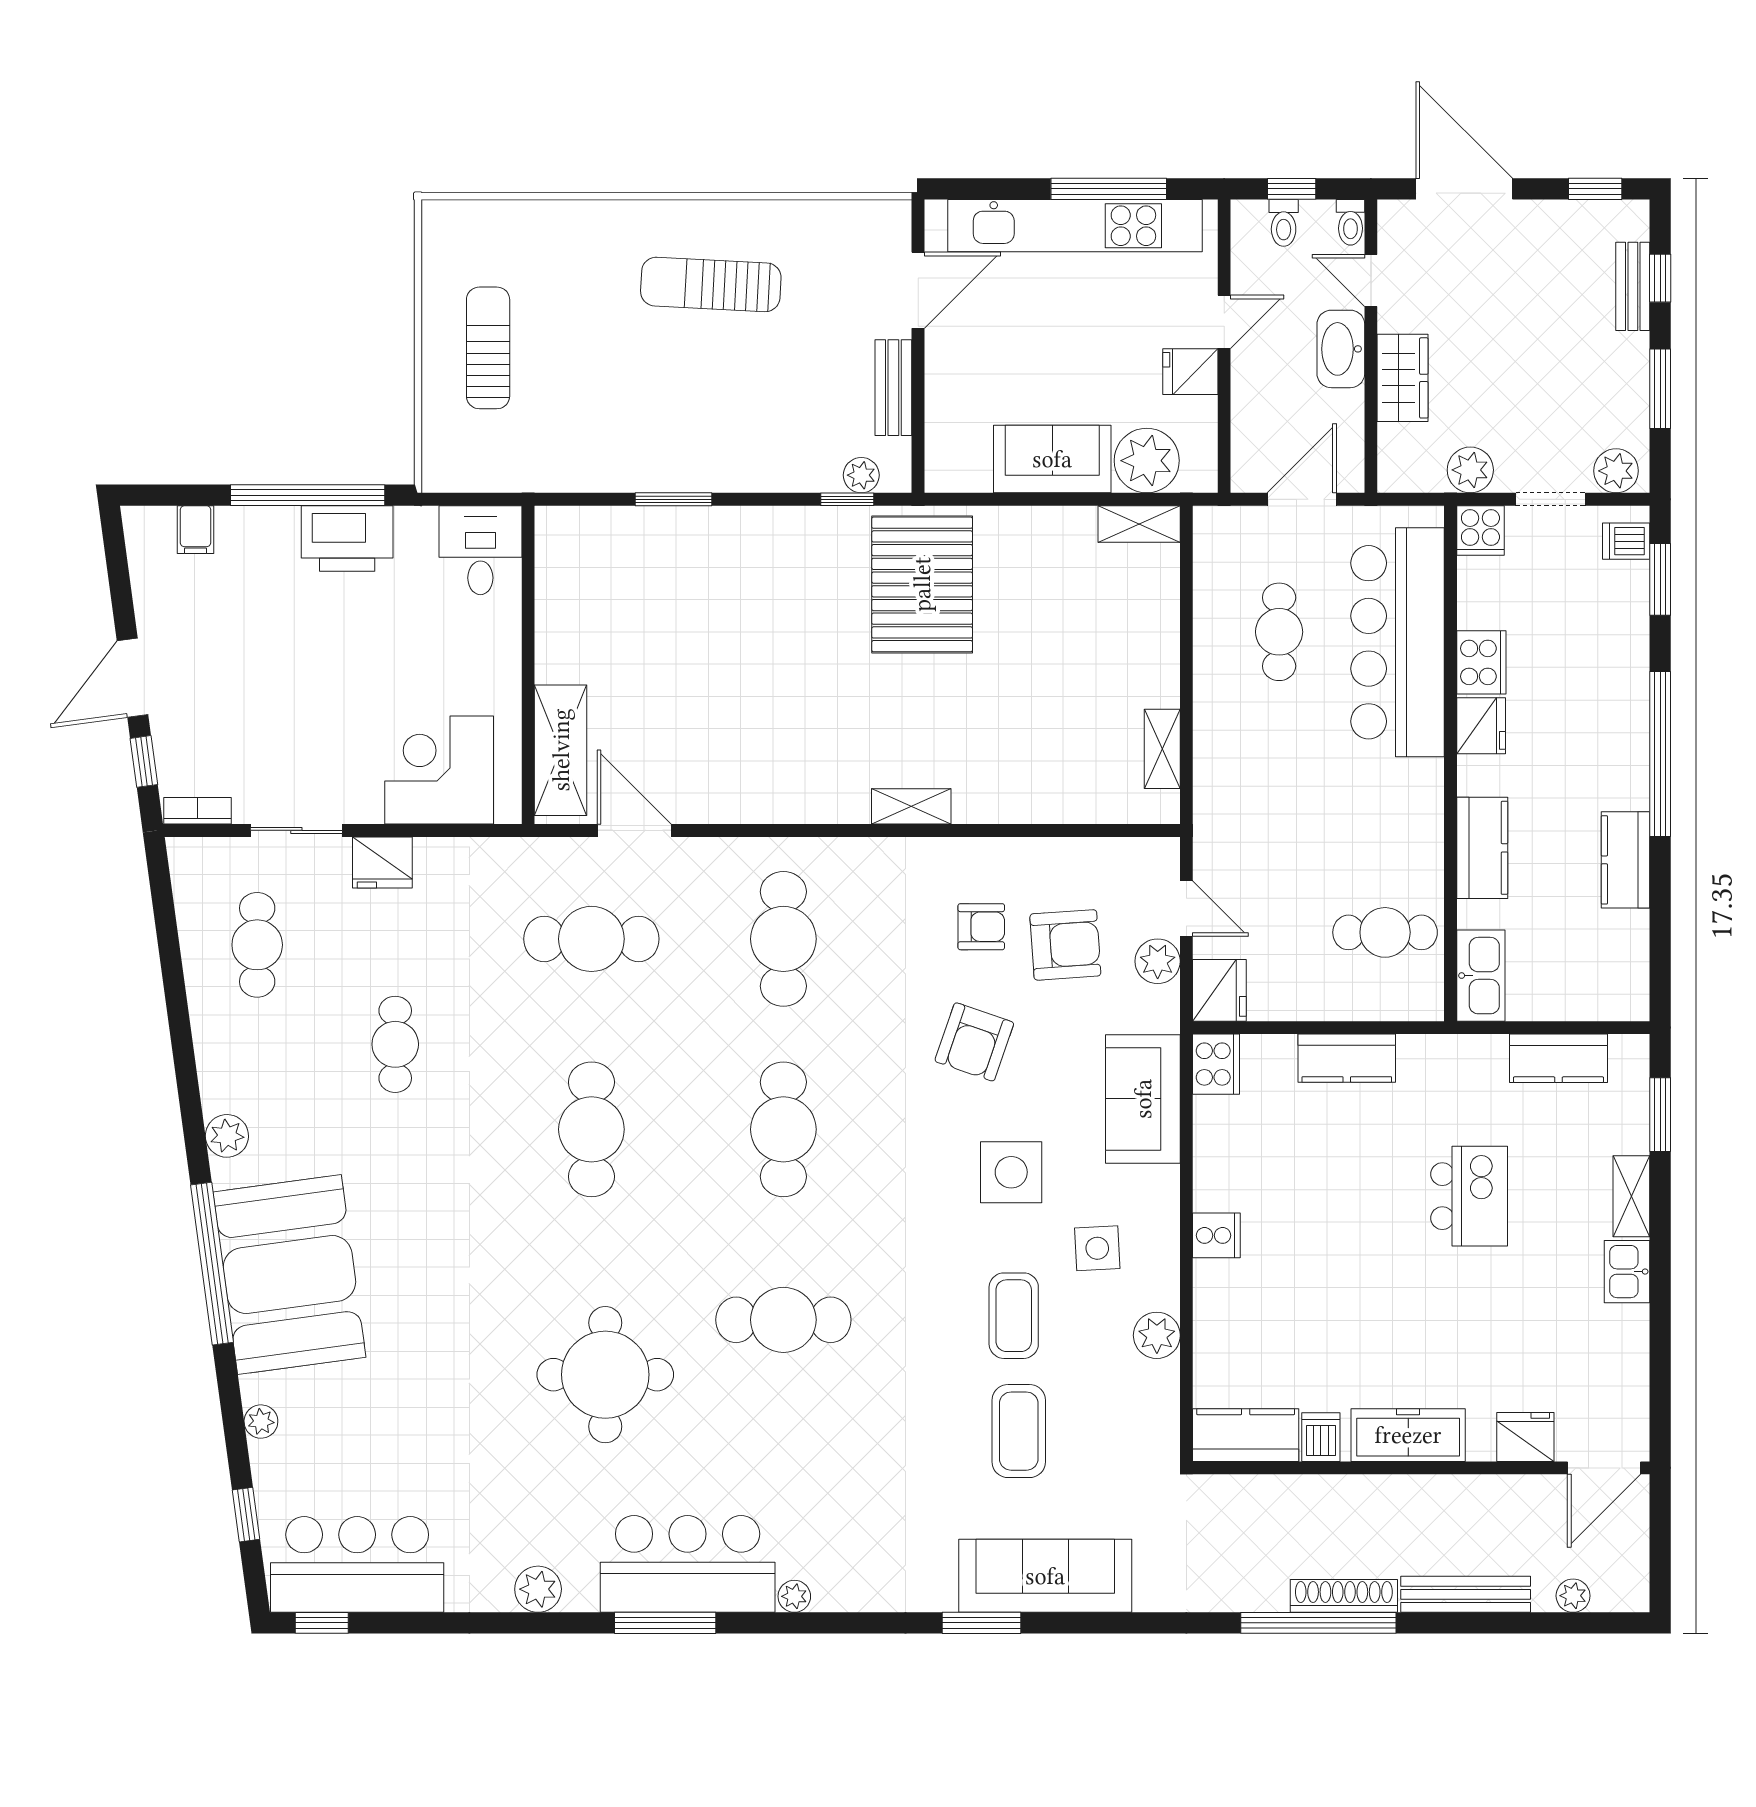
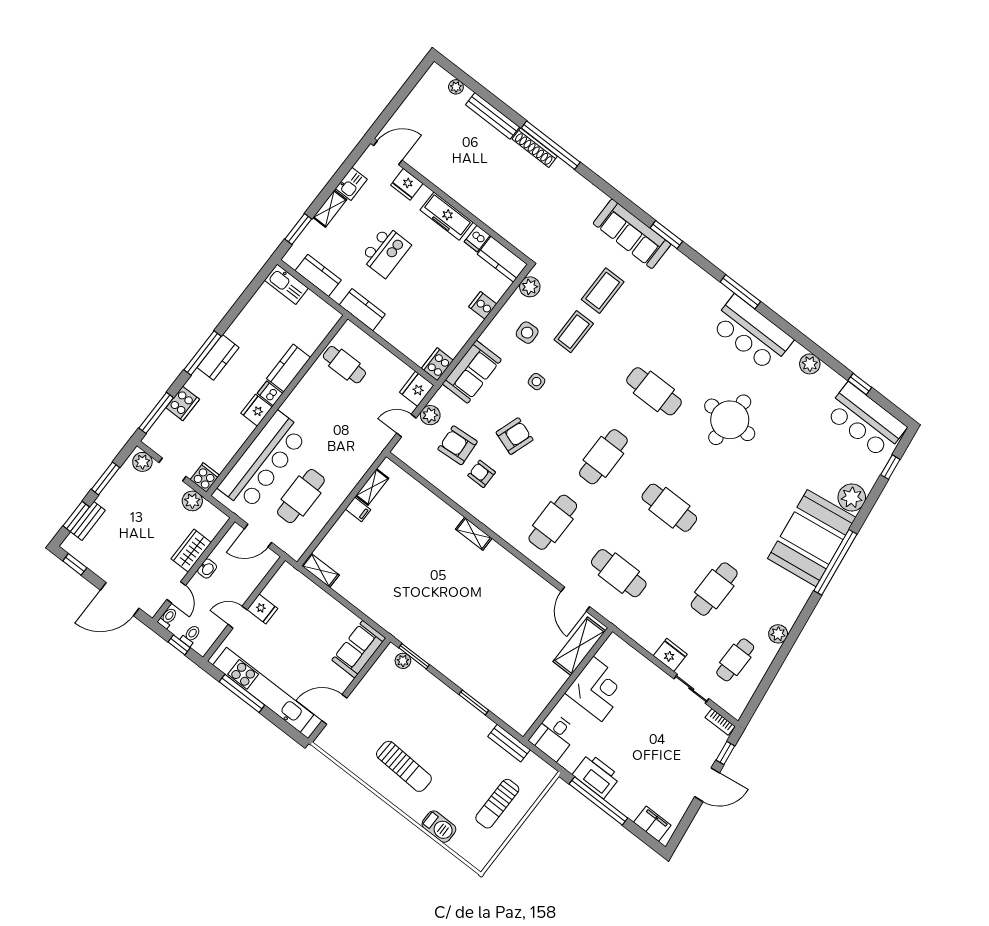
door: (1464, 189) -> (120, 599), hinge flipped
barbecue: (562, 224) -> (439, 827), added
window: (1660, 278) -> (76, 516), width x1.50
washbasin: (1341, 349) -> (207, 569), width x0.52, depth x0.69
bench: (893, 388) -> (509, 743), moved, turned 90
sofa: (1052, 459) -> (359, 649), moved, turned 90
plant: (1147, 461) -> (301, 590), removed
window: (847, 499) -> (414, 656), width x1.50
filing cabinet: (196, 530) -> (652, 824), width x2.00
dishwasher: (1626, 541) -> (270, 393), moved, turned 180
window: (1660, 579) -> (156, 413), width x1.44
pallet: (922, 584) -> (411, 607), removed
cafe table: (1279, 632) -> (301, 496), width x1.37, depth x1.35
cooker: (1481, 662) -> (183, 403), moved, turned 180
filing cabinet: (1156, 688) -> (358, 509), added
window: (1660, 754) -> (202, 353), width x0.68
corner desk: (439, 770) -> (597, 689), moved, turned -90
kitchen counter: (1626, 860) -> (218, 357), moved
door: (1186, 909) -> (406, 426), hinge flipped
kitchen sink: (1481, 976) -> (286, 284), moved, turned -90
cafe table: (395, 1044) -> (714, 589), width x1.37, depth x1.35
kitchen counter: (1347, 1058) -> (362, 310), moved
cafe table: (591, 1129) -> (669, 508), turned 90
plant: (227, 1136) -> (778, 634), moved
side table: (1011, 1172) -> (537, 382), width x0.54, depth x0.54
kitchen island: (1469, 1196) -> (386, 252), turned 180
plant: (261, 1422) -> (852, 497), width x1.88, depth x1.88
kitchen counter: (1246, 1435) -> (502, 259), moved
freezer: (1408, 1435) -> (447, 216), moved
dishwasher: (1321, 1437) -> (477, 239), moved
fridge: (1525, 1437) -> (407, 184), moved
wall: (1421, 1468) -> (451, 201), moved
door: (1604, 1468) -> (388, 153), moved
plant: (794, 1596) -> (724, 293), removed
window: (322, 1623) -> (860, 384), moved
window: (665, 1623) -> (740, 292), moved

